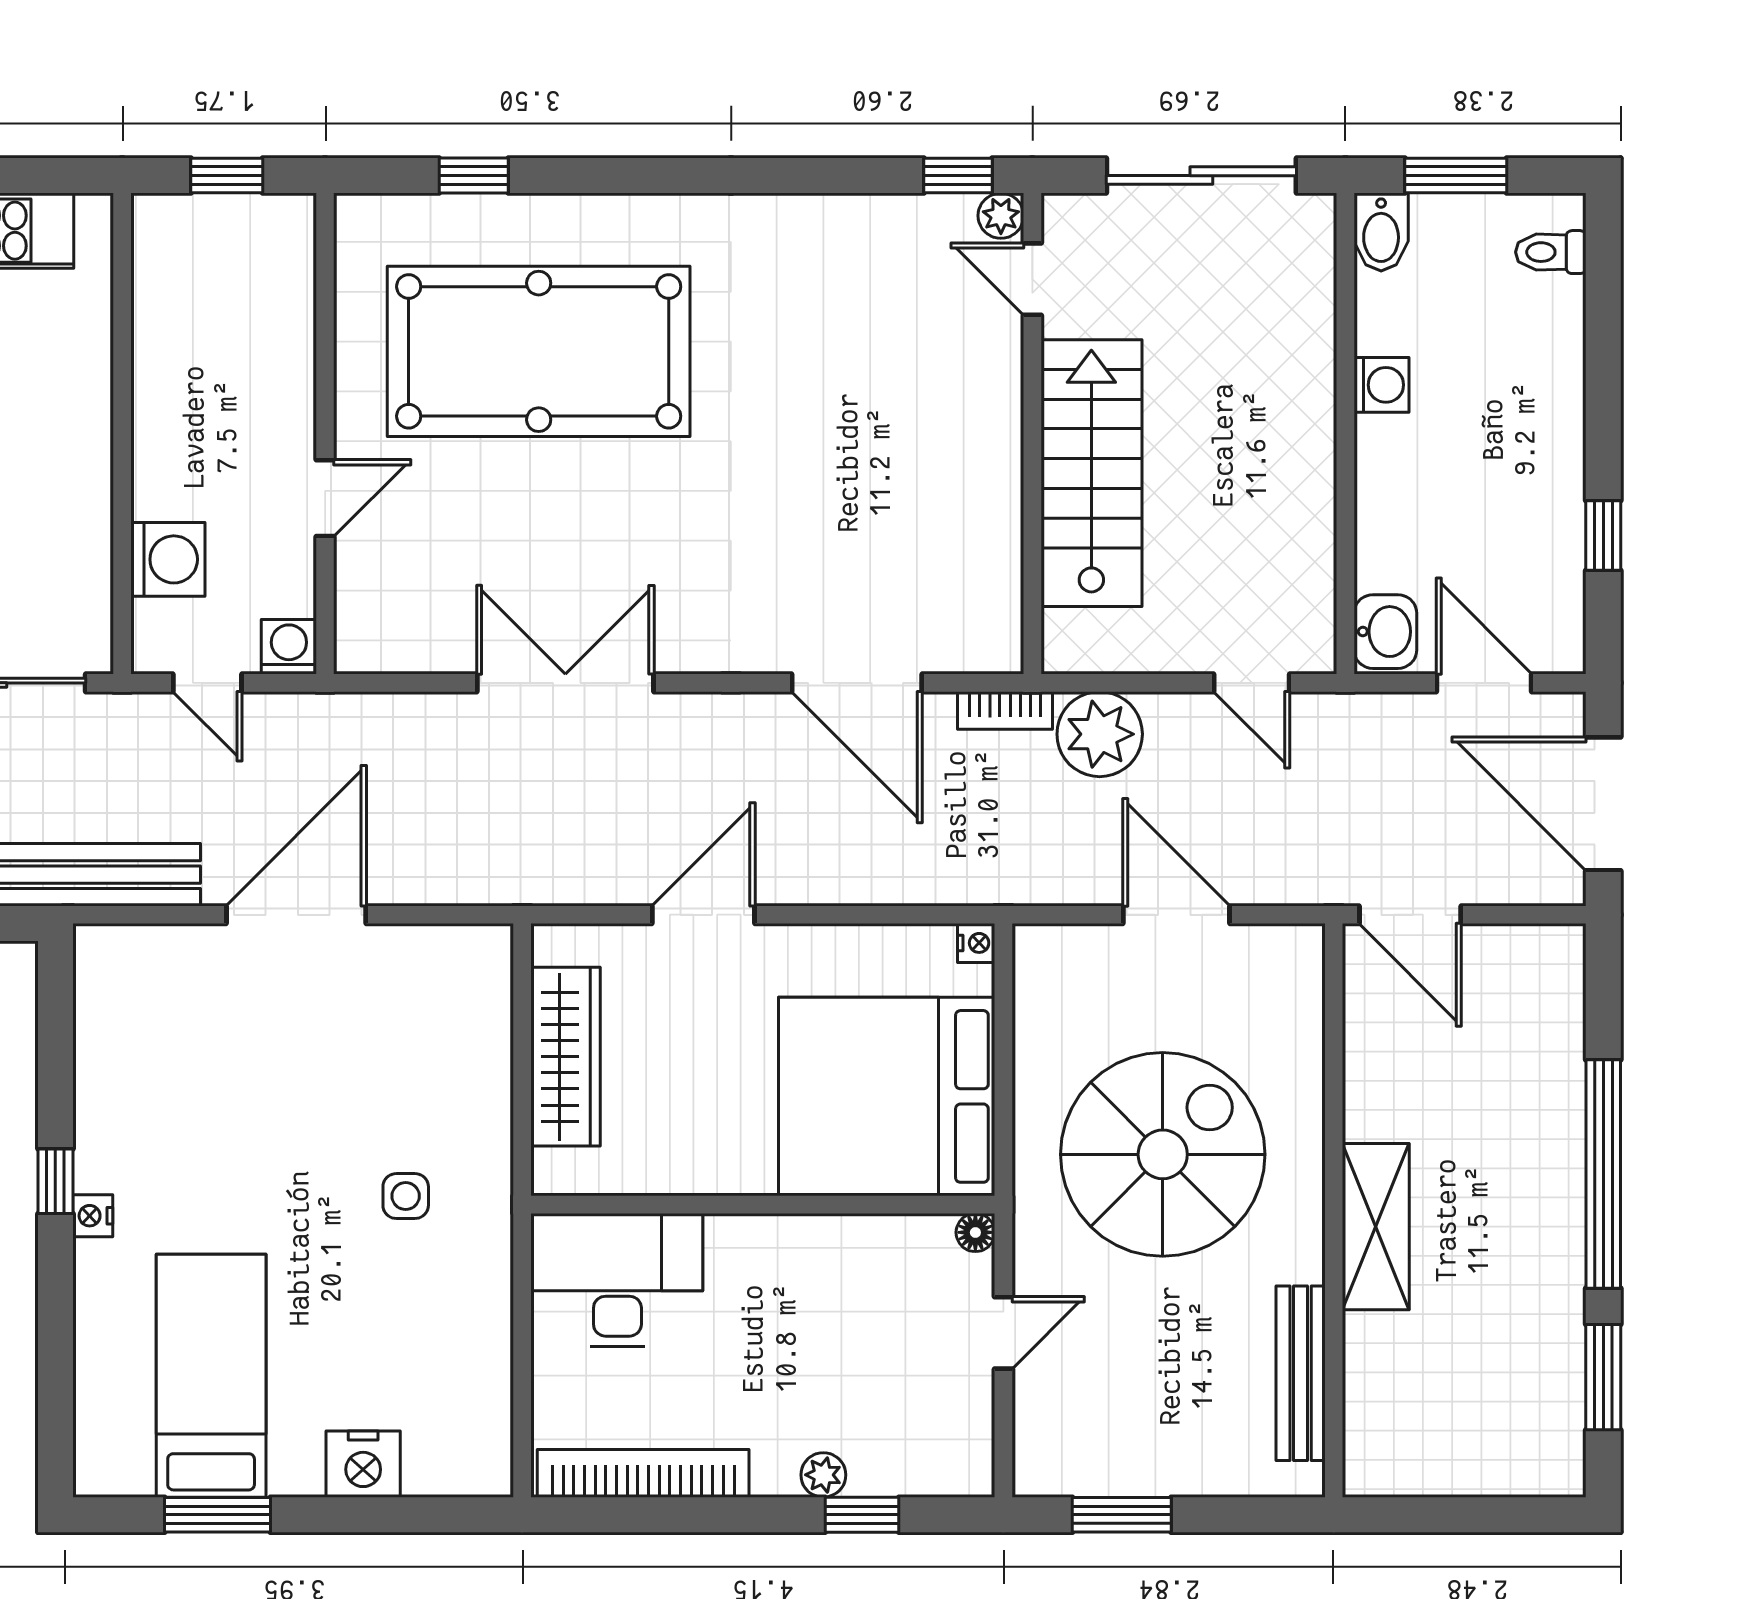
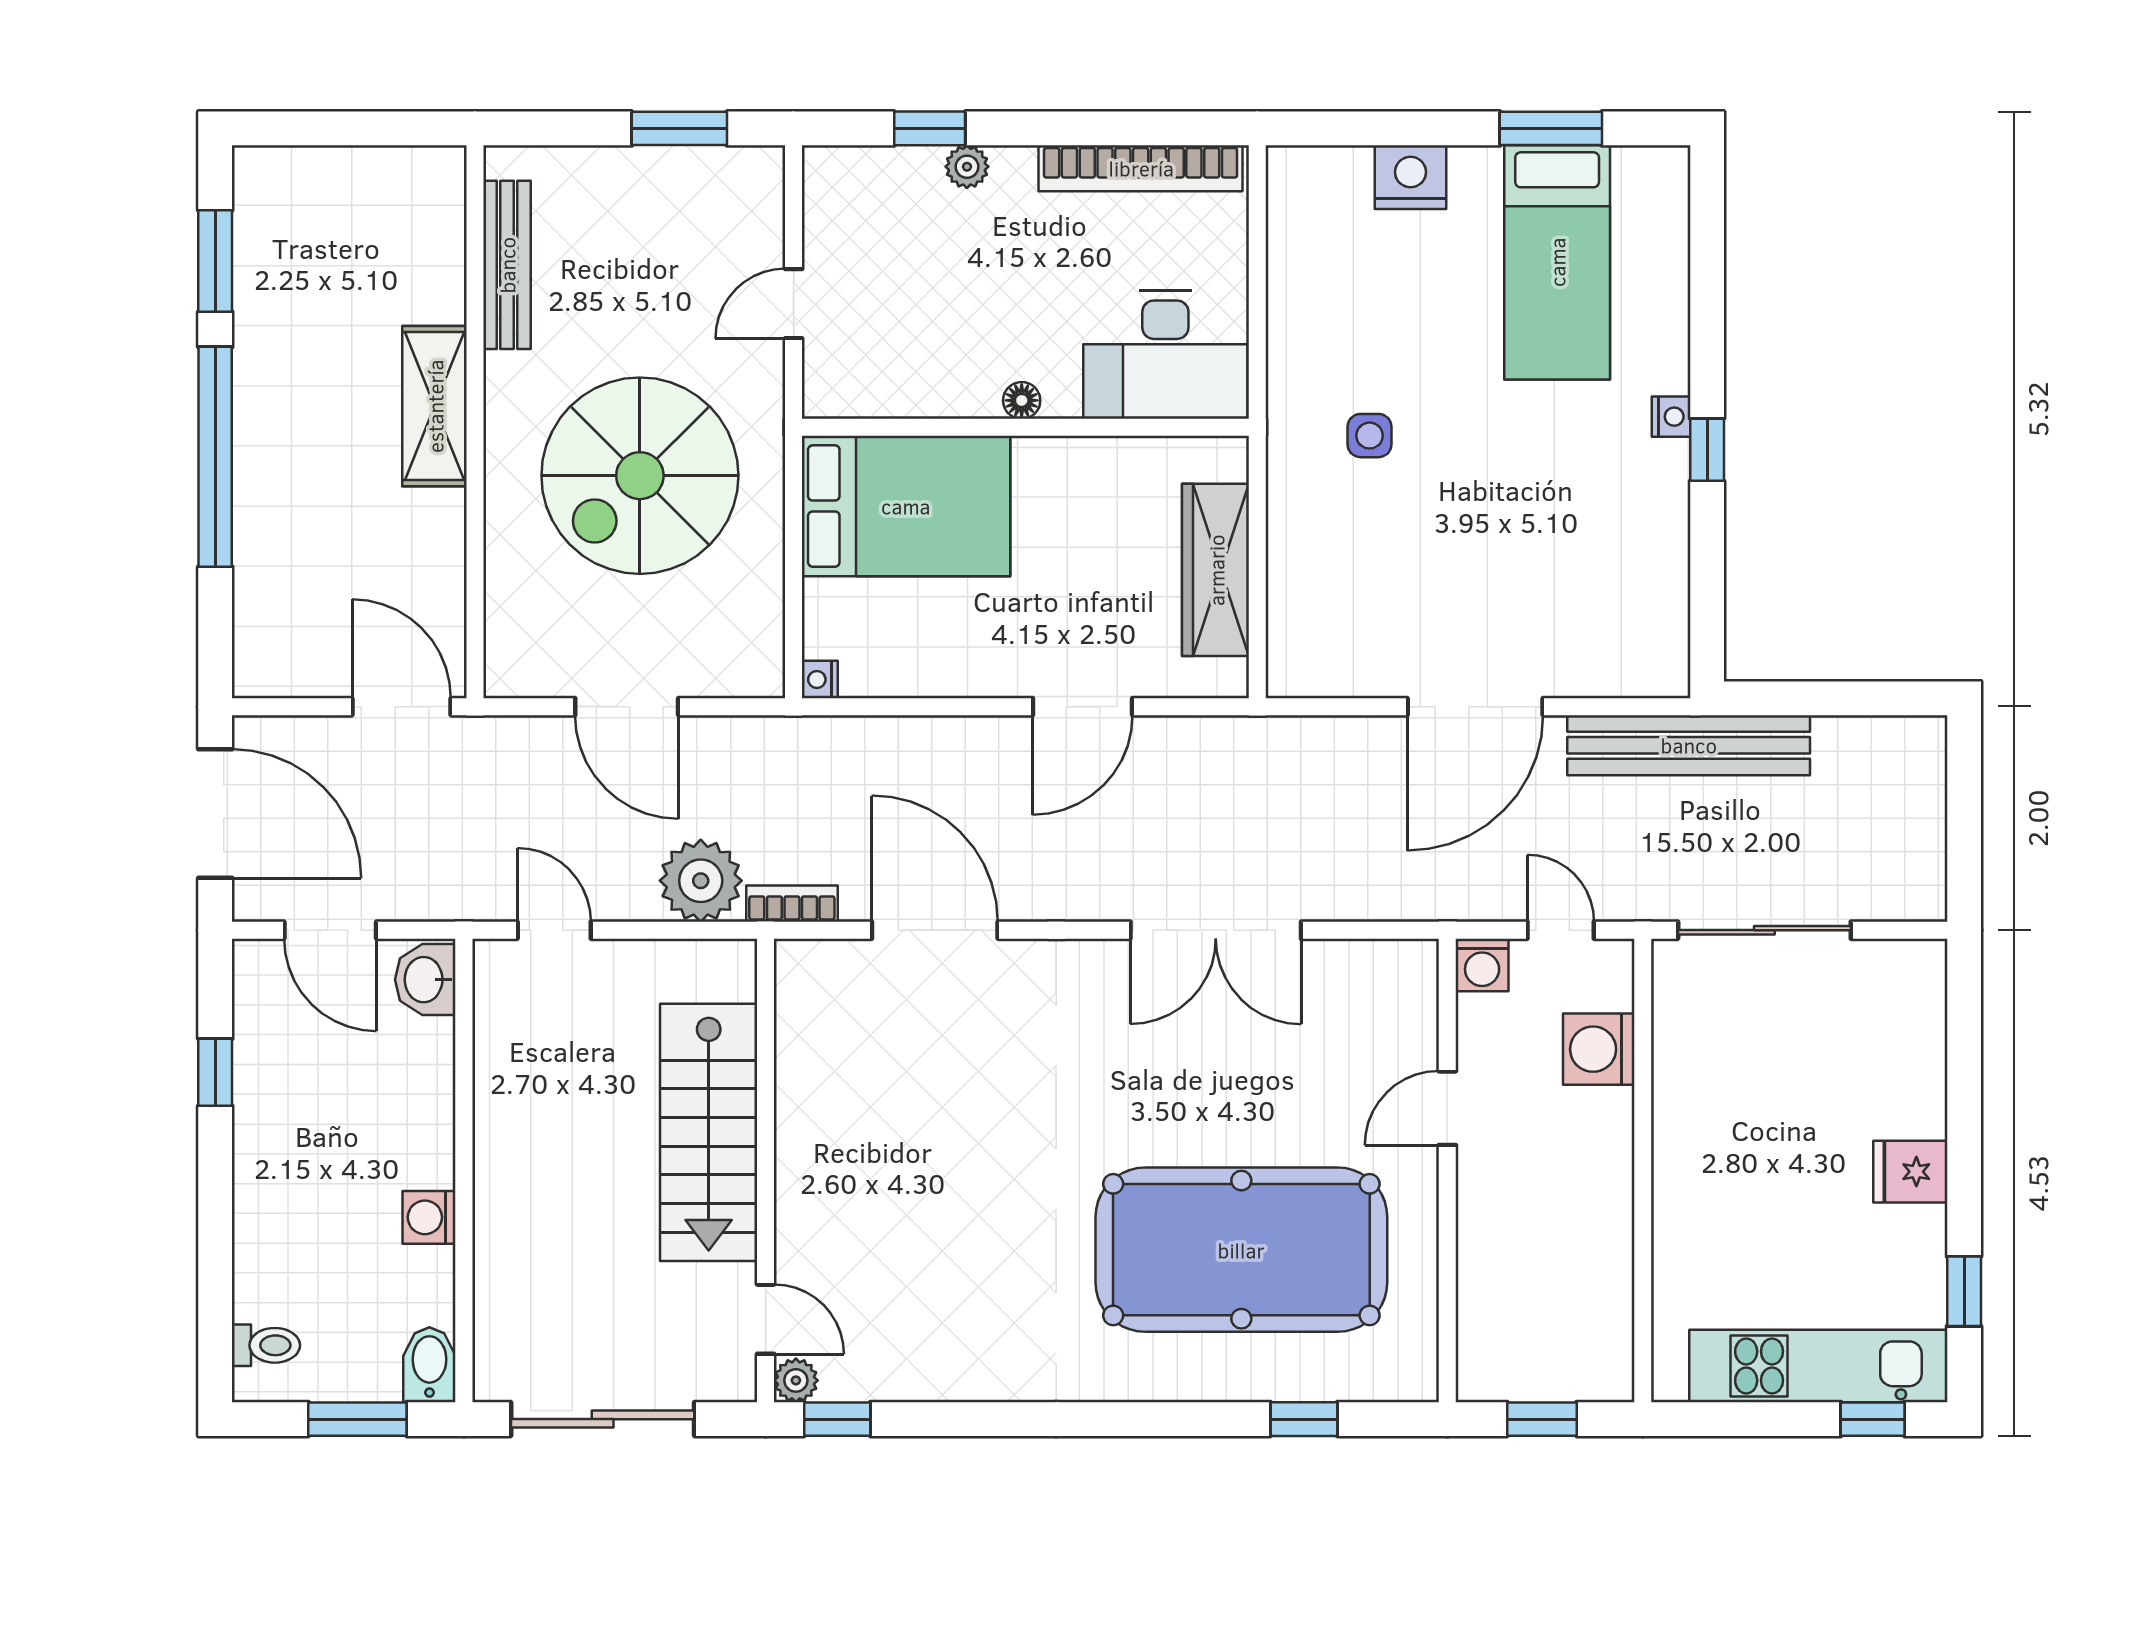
bed: (887, 1096) -> (906, 506), width x0.73
floor lamp: (975, 1232) -> (1022, 400), moved

